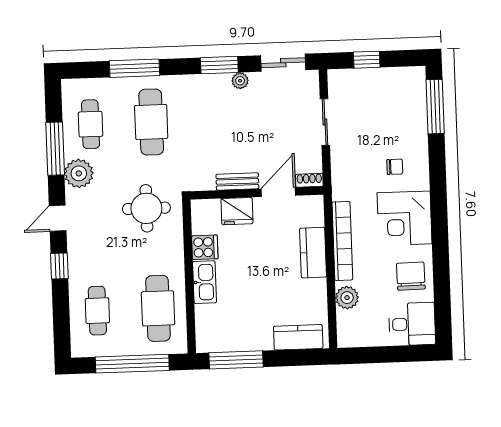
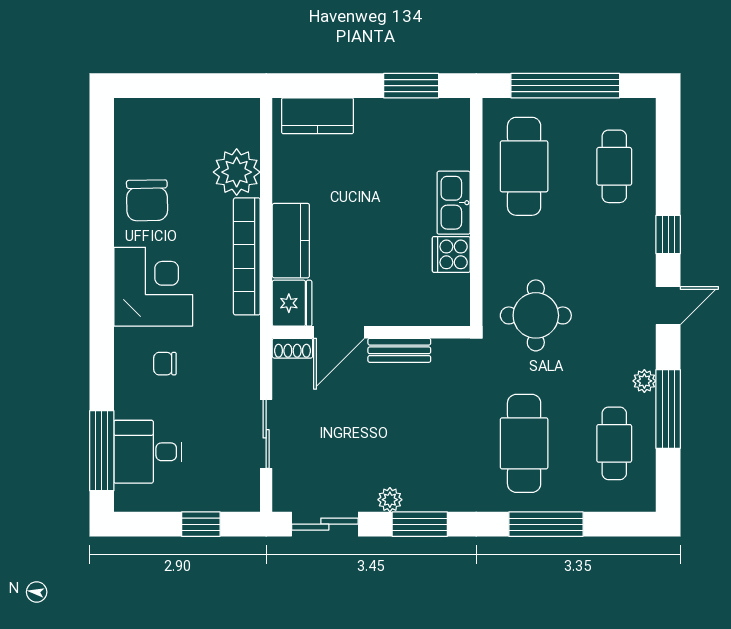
plant: (79, 173) -> (644, 381), width x0.53, depth x0.53
fridge: (237, 211) -> (292, 303), moved, turned 90
plant: (347, 298) -> (237, 172), width x1.36, depth x1.36
desk: (412, 324) -> (148, 452), moved
window: (236, 360) -> (411, 86), width x0.69

